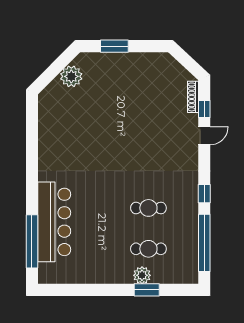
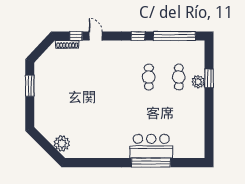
window: (114, 46) -> (30, 86), moved
plant: (71, 76) -> (62, 144), moved
bar counter: (54, 222) -> (151, 146), width x0.73
window: (32, 241) -> (151, 163), moved

